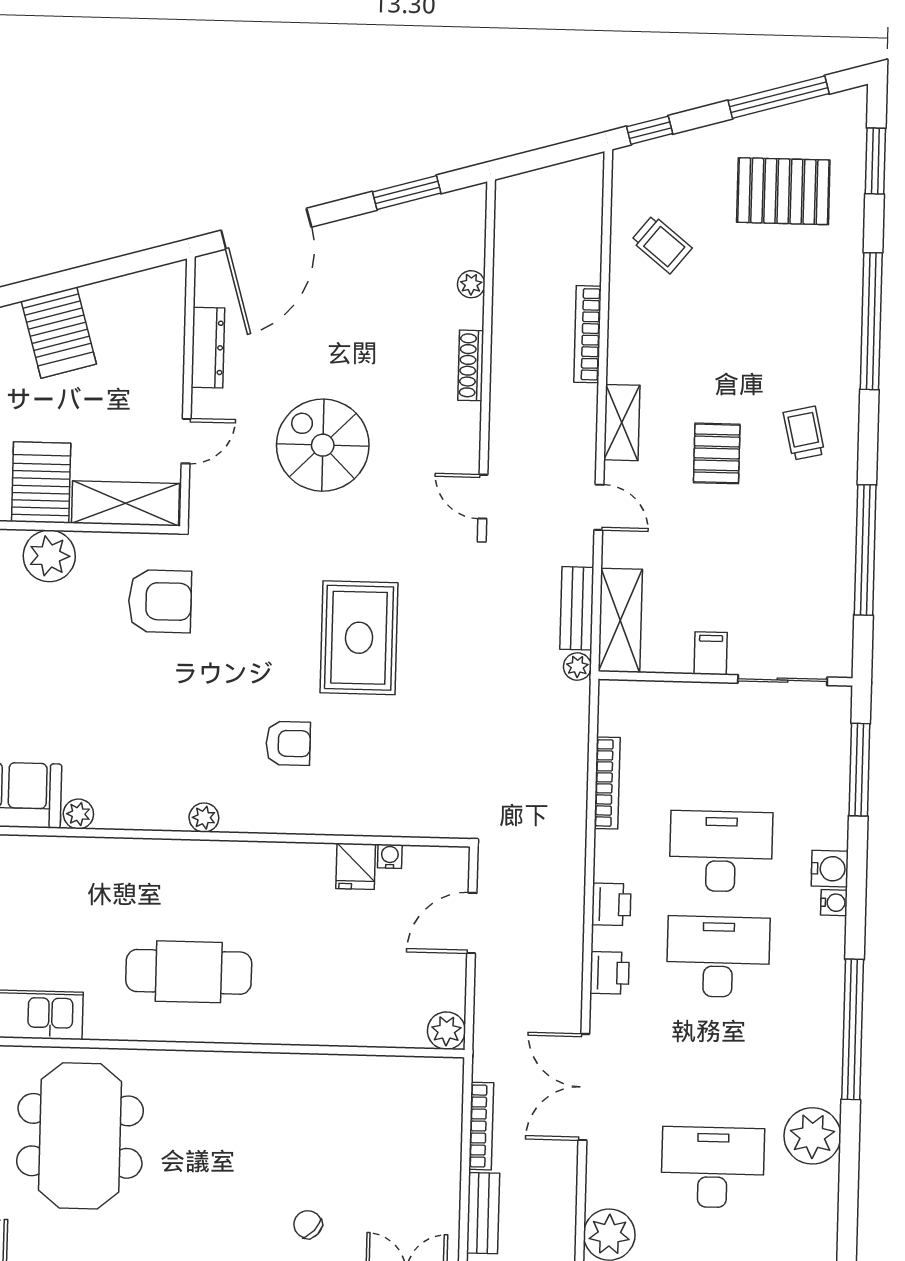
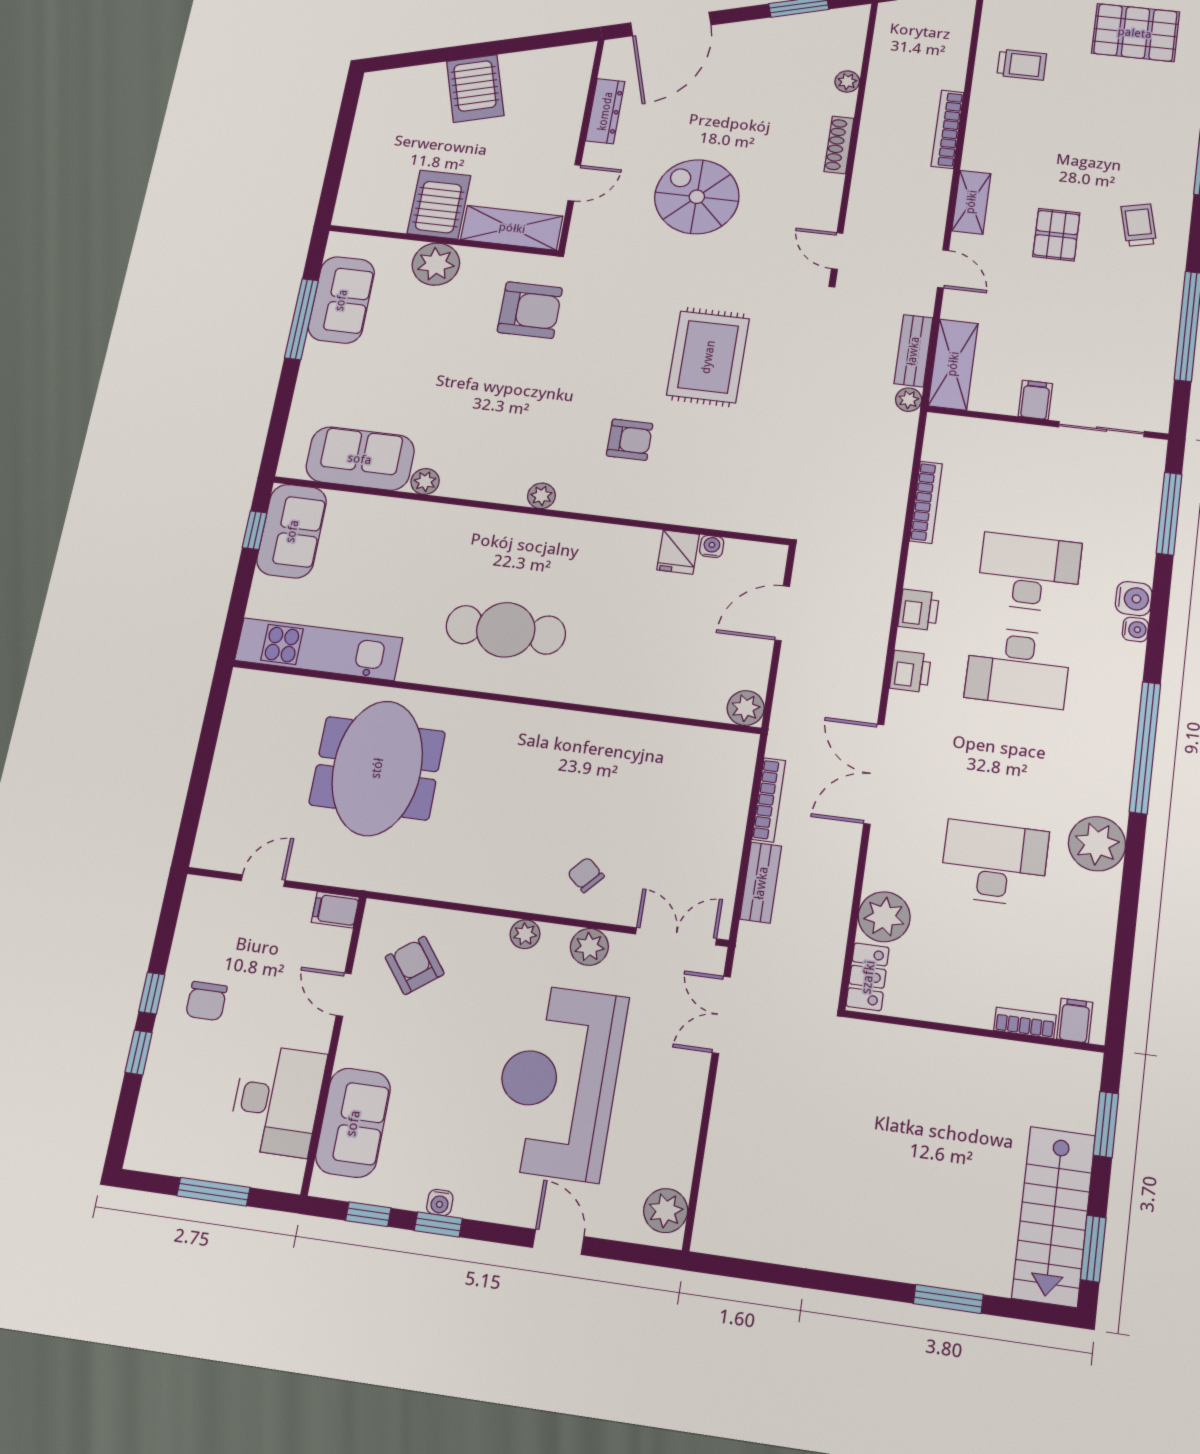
trolley: (661, 244) -> (1022, 65), turned -39
desk: (718, 957) -> (1018, 667), turned 180

